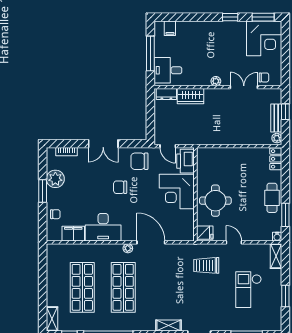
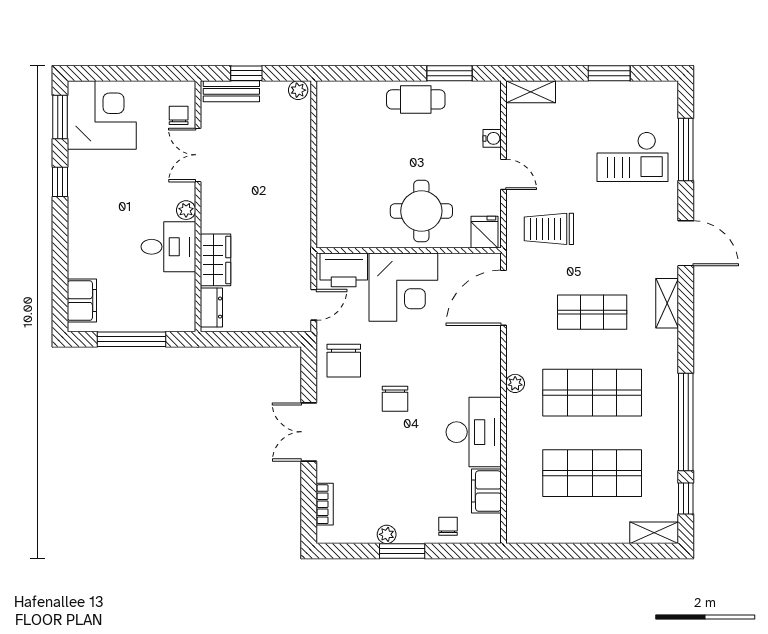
filing cabinet: (170, 28) -> (82, 301), width x2.00
desk: (168, 70) -> (168, 247), moved, turned -90
bench: (276, 118) -> (231, 91), moved
double door: (103, 144) -> (309, 432), swing flipped
locker: (276, 159) -> (339, 92), removed
plant: (55, 179) -> (387, 534), width x0.53, depth x0.53
water cooler: (277, 237) -> (492, 138), moved
door: (151, 242) -> (503, 298), moved
door: (234, 242) -> (503, 174), swing flipped
trolley: (206, 265) -> (549, 229), turned 90
shop shelf: (164, 287) -> (592, 312), added
checkout: (249, 290) -> (633, 157), moved

